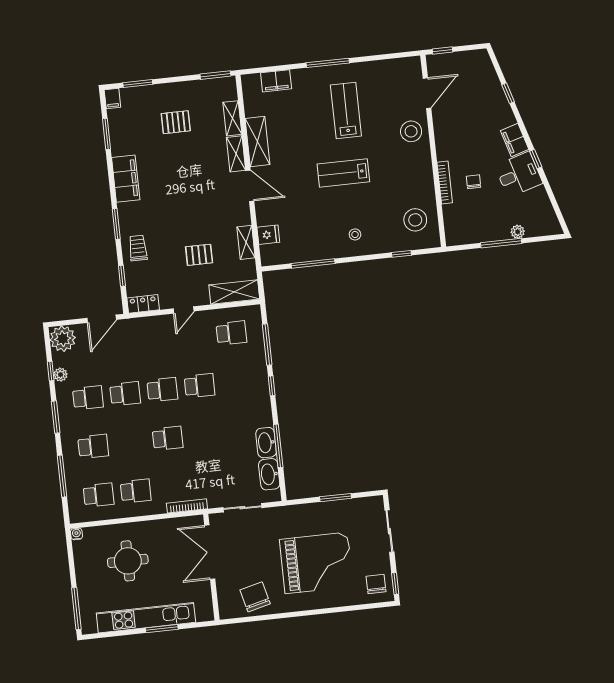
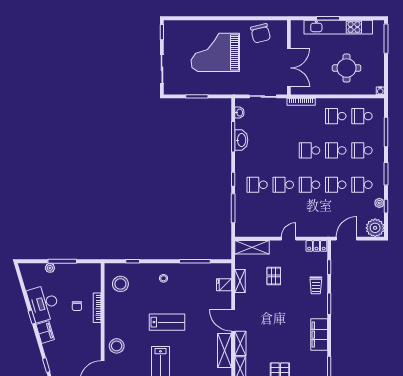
desk: (519, 174) -> (44, 303), width x1.37
pallet: (199, 255) -> (274, 276), turned 90
school desk: (231, 333) -> (257, 185), moved
school desk: (130, 442) -> (336, 150), added
washbasin: (269, 474) -> (239, 113), width x0.52, depth x0.69
chair: (376, 584) -> (175, 33), removed

